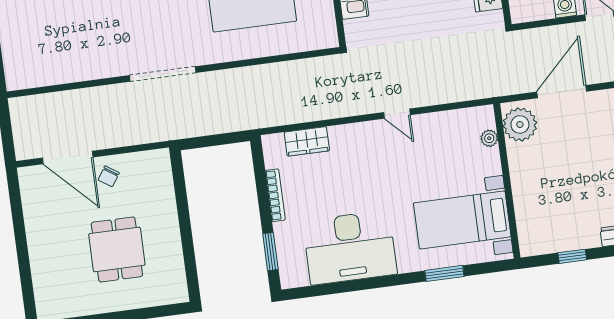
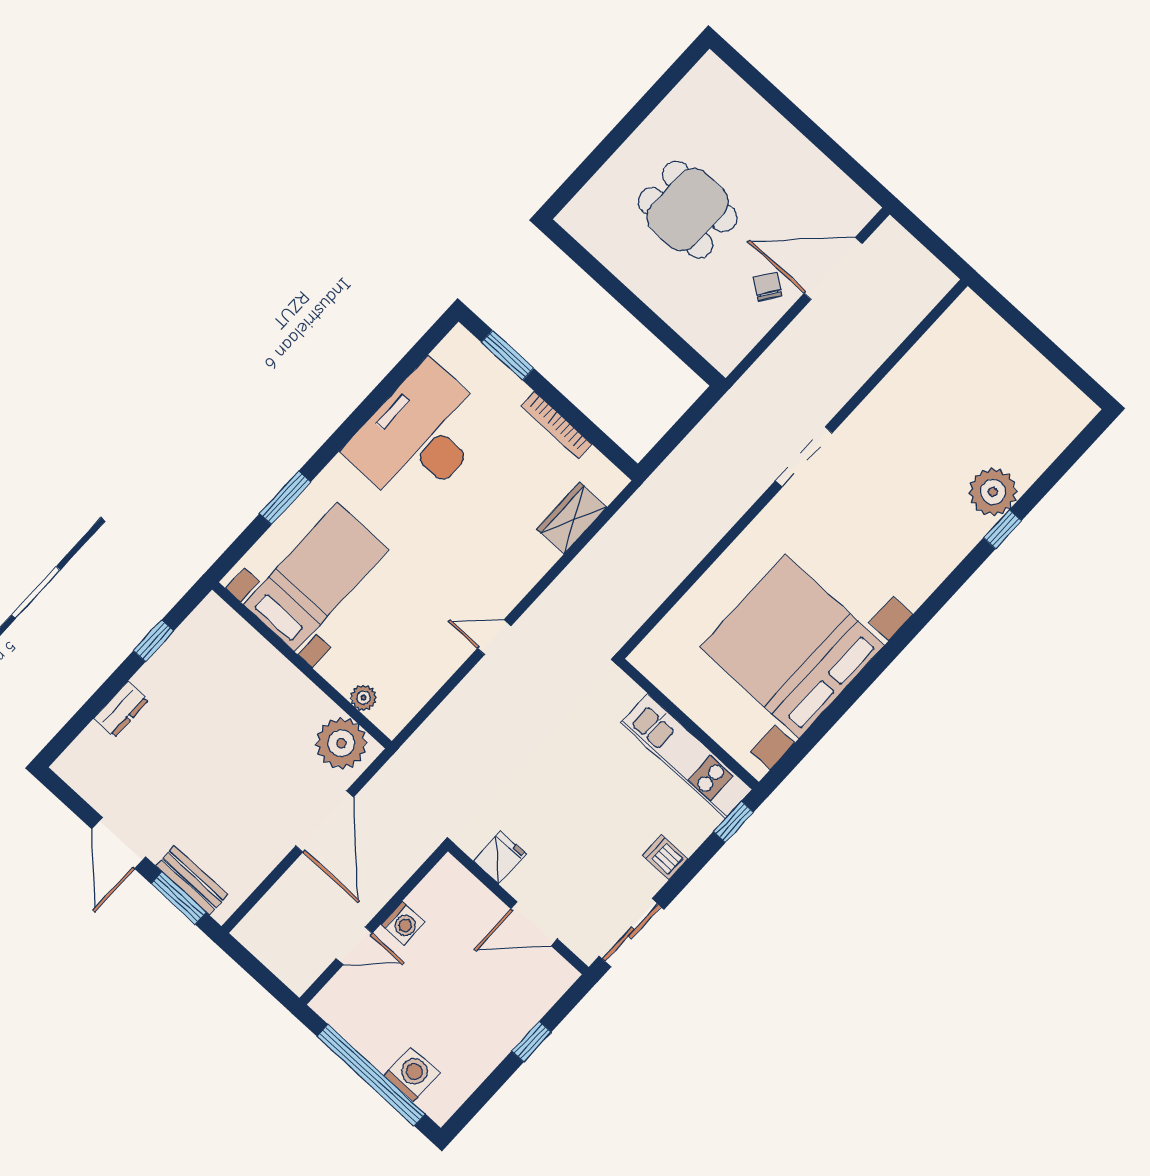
doorway: (163, 74) -> (804, 457), width x0.73

